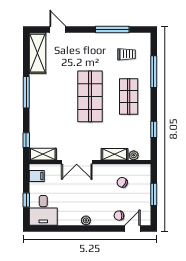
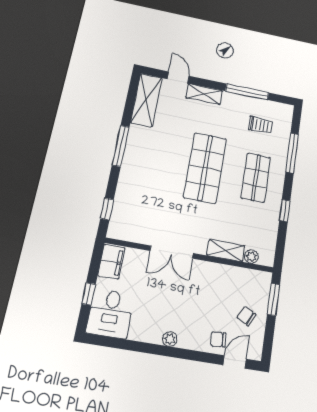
window: (154, 129) -> (285, 211), moved
shelving: (43, 154) -> (204, 94), moved
filing cabinet: (37, 176) -> (111, 262), width x2.00
chair: (122, 182) -> (246, 316), moved
window: (154, 194) -> (273, 299), moved

